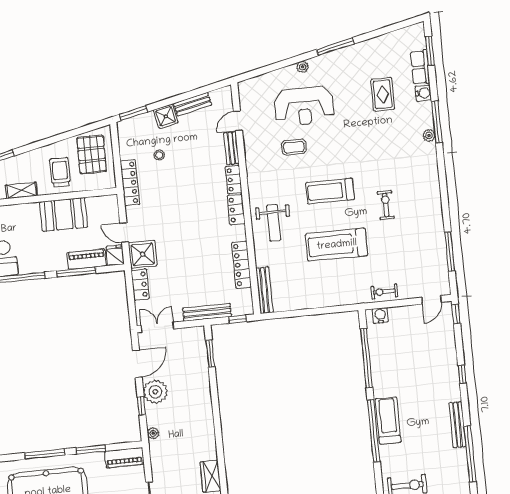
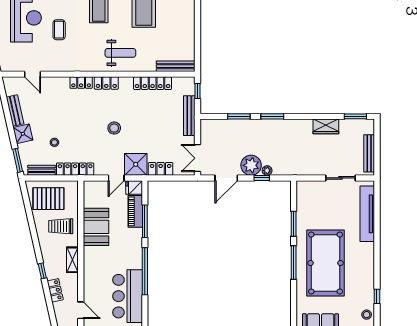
bench: (231, 148) -> (41, 170), moved
stool: (183, 224) -> (114, 128), added
window: (210, 354) -> (239, 116), moved
door: (137, 364) -> (226, 178), swing flipped
window: (216, 411) -> (272, 116), added
plant: (153, 433) -> (267, 171), moved
piano: (124, 458) -> (303, 196), removed

